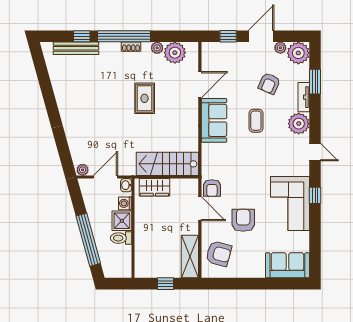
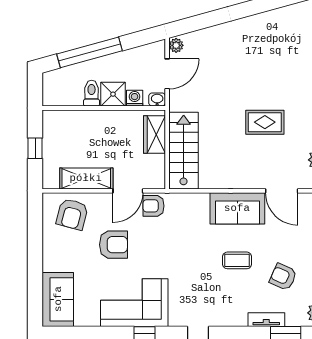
plant: (299, 124) -> (233, 313), removed
door: (106, 177) -> (167, 74), hinge flipped
shelving: (190, 257) -> (86, 178), moved

